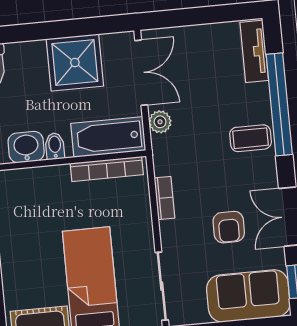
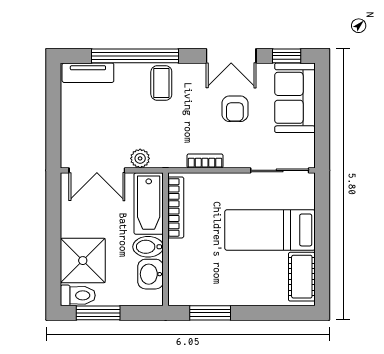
shower: (75, 62) -> (83, 261), moved
double door: (141, 73) -> (97, 170), swing flipped
bidet: (55, 146) -> (148, 247), width x1.38, depth x1.36
armchair: (229, 227) -> (235, 109), turned 90

